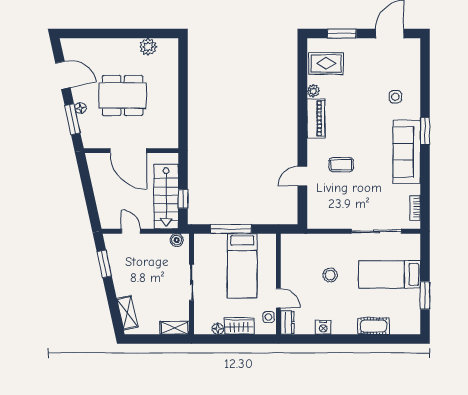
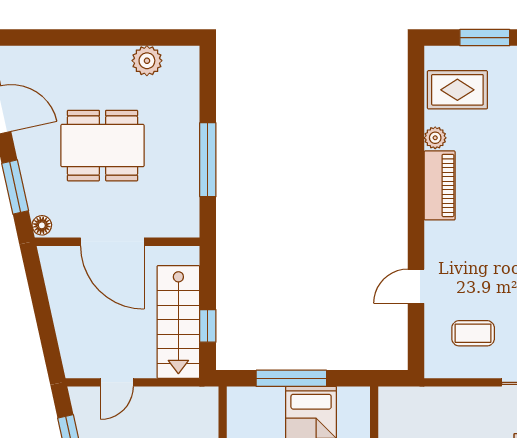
window: (183, 104) -> (208, 160), added
floor lamp: (80, 108) -> (42, 225), moved
coffee table: (341, 165) -> (473, 333), moved
door: (131, 231) -> (117, 382), swing flipped
boiler: (177, 240) -> (197, 398), removed

